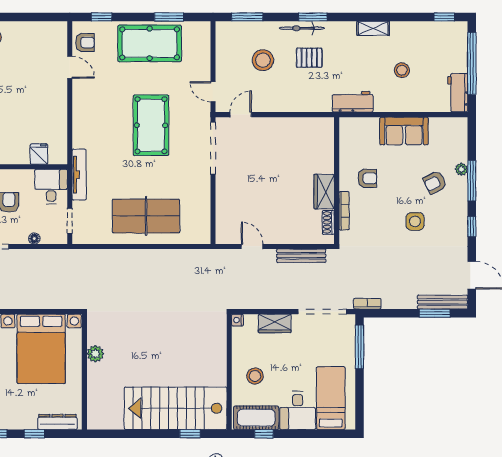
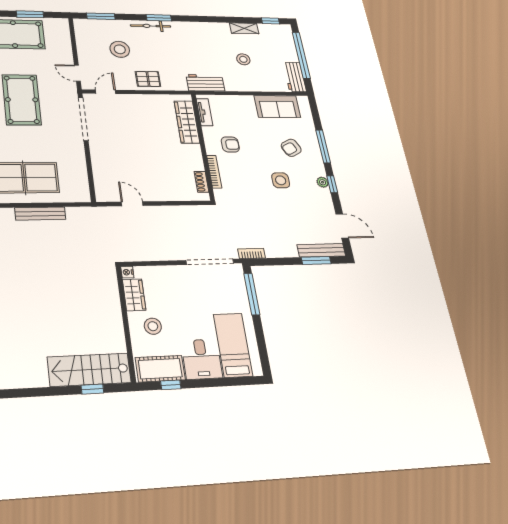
shelving: (373, 28) -> (244, 28), moved
pallet: (309, 58) -> (148, 79), moved
sofa: (404, 131) -> (277, 107), moved
tv unit: (346, 139) -> (205, 112), added
plant: (461, 169) -> (323, 182), moved
wardrobe: (324, 192) -> (187, 122), moved, width x1.50
bench: (301, 256) -> (40, 214), moved
wardrobe: (275, 323) -> (134, 295), moved, turned -90
stairs: (176, 408) -> (89, 370), width x0.73, depth x0.66

